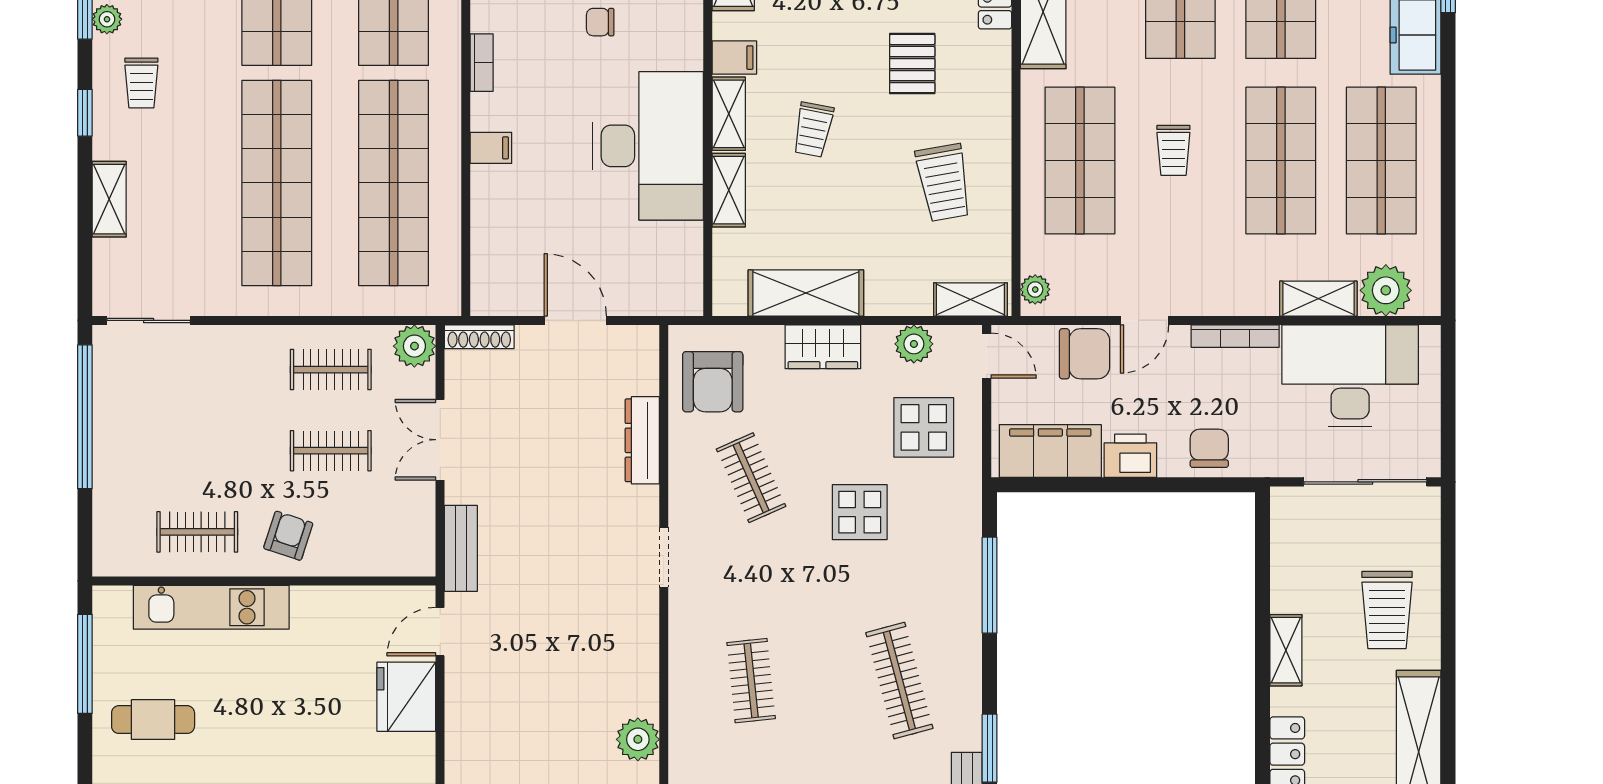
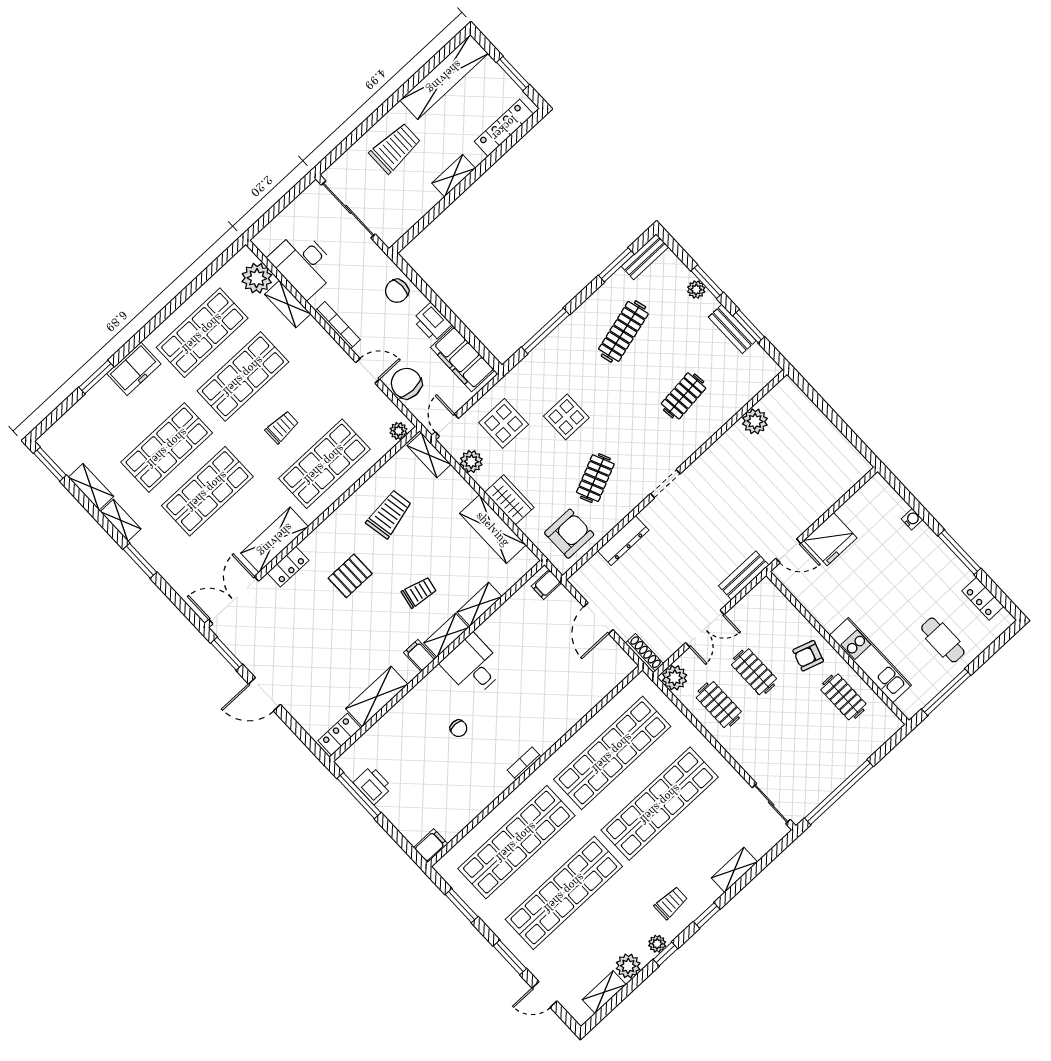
desk: (648, 146) -> (473, 666), width x0.53, depth x0.77
filing cabinet: (491, 148) -> (546, 584), moved, turned -90
desk: (1350, 376) -> (303, 264), width x0.73, depth x0.77

